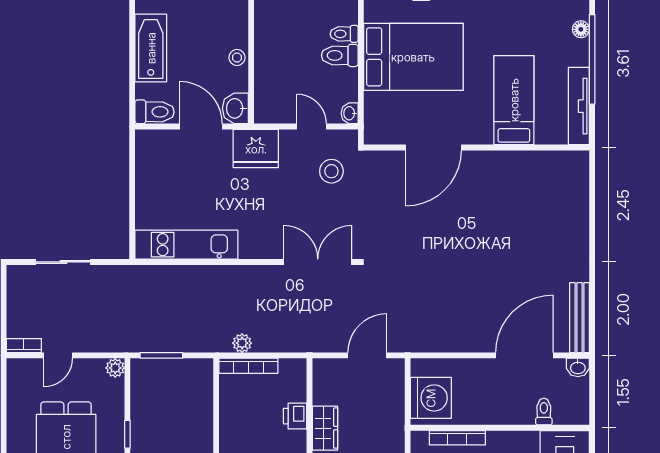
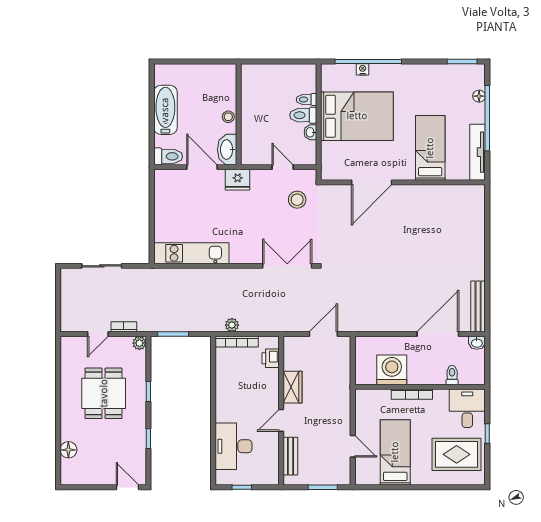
washbasin: (235, 108) -> (227, 150), width x1.38
washbasin: (350, 113) -> (310, 132), moved
fridge: (256, 149) -> (238, 180), width x0.73, depth x0.75
bookcase: (24, 346) -> (124, 327), moved
washing machine: (431, 398) -> (392, 370), moved, turned -90
printer: (295, 416) -> (271, 358), moved
bookcase: (457, 438) -> (412, 394), moved

